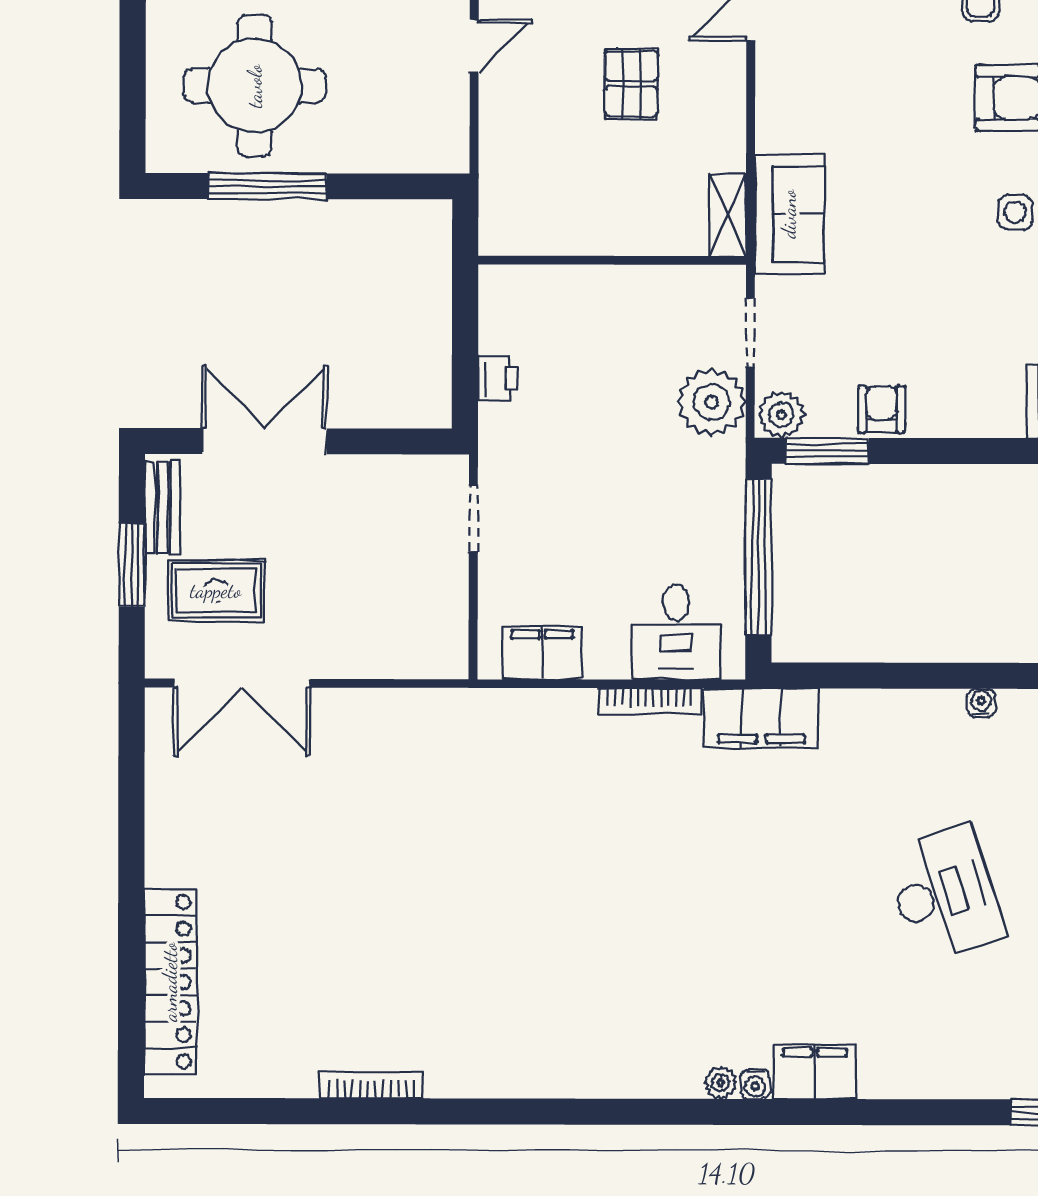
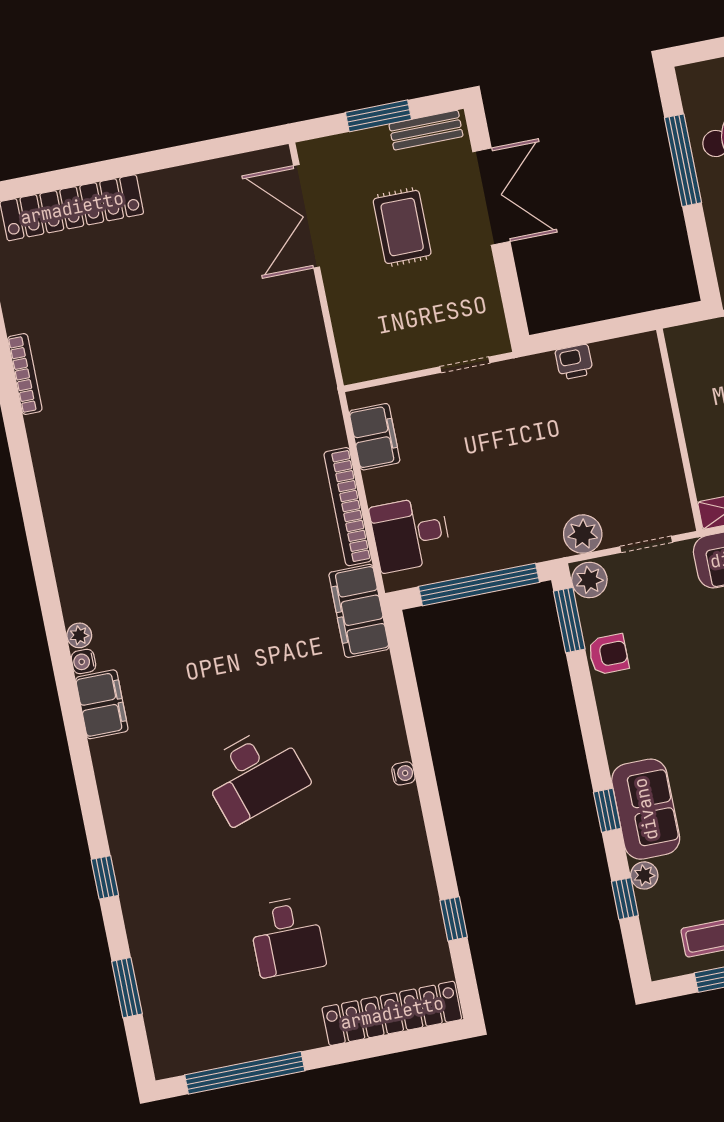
plant: (712, 402) -> (583, 534), width x0.73, depth x0.73
rug: (216, 591) -> (402, 227), moved
bookcase: (650, 701) -> (348, 507), width x1.48, depth x1.31

